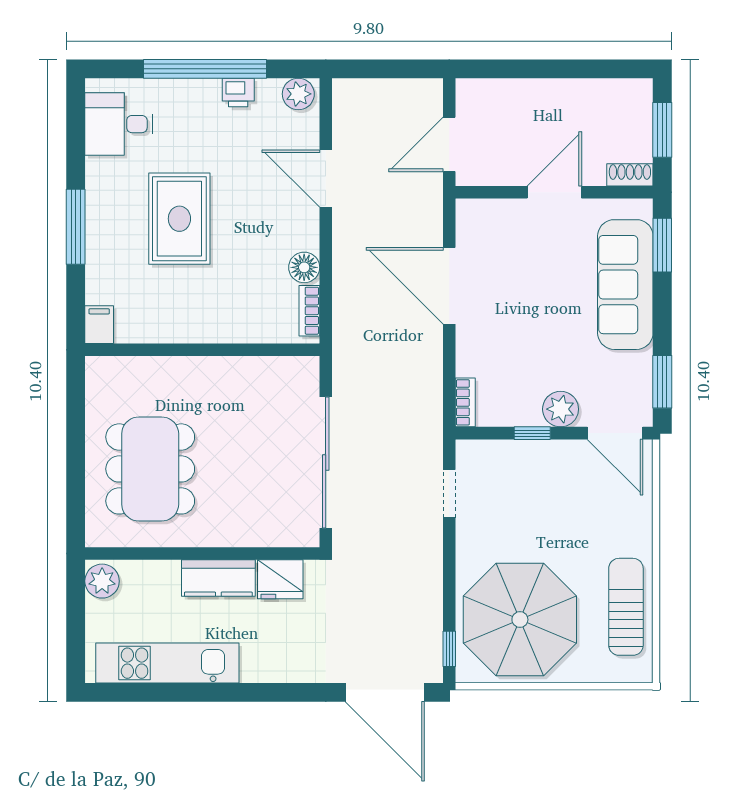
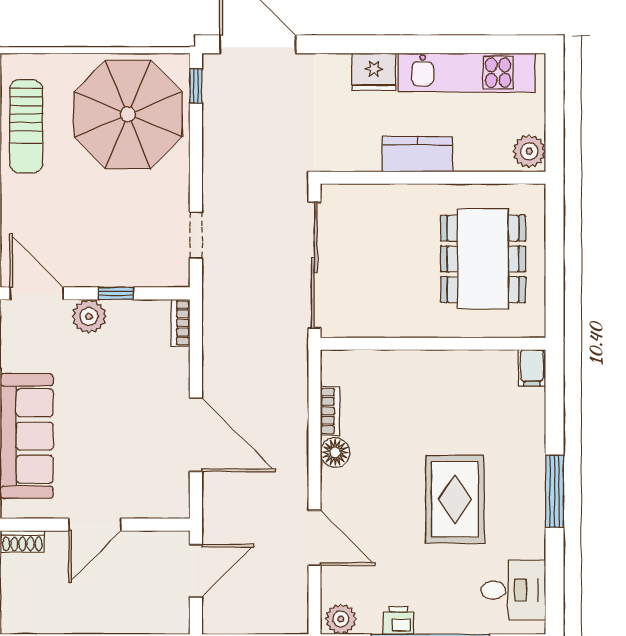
filing cabinet: (99, 325) -> (532, 368), moved
wall: (202, 350) -> (433, 344), moved
fridge: (280, 579) -> (374, 72), moved, turned 180

